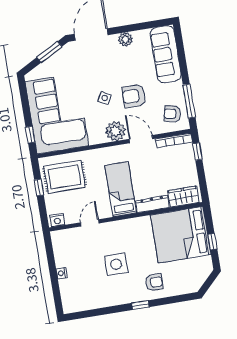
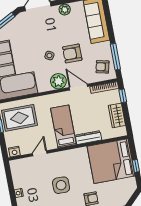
wardrobe: (183, 197) -> (117, 115), moved, turned -90

